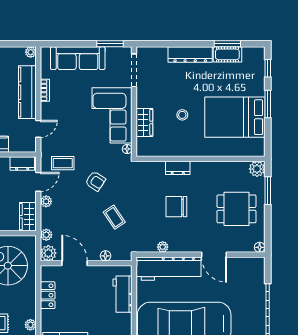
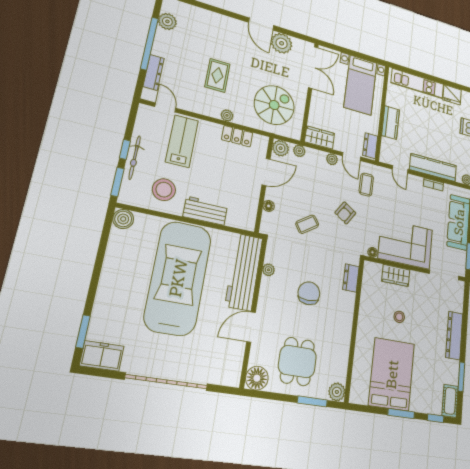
cot: (227, 54) -> (450, 401), moved
dresser: (178, 168) -> (351, 278), moved
floor lamp: (260, 247) -> (257, 378), width x1.89, depth x1.89
workbench: (123, 294) -> (205, 211), moved
plant: (30, 325) -> (227, 115), moved

